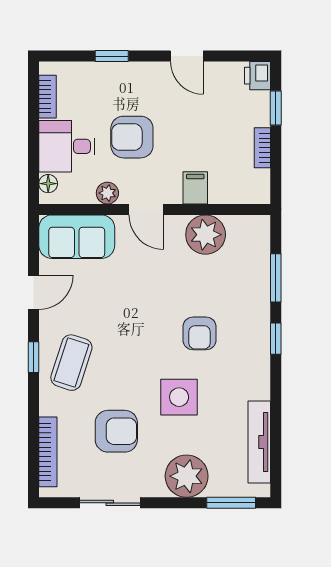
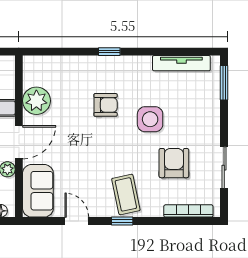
door: (146, 209) -> (19, 142), width x1.38
window: (276, 278) -> (67, 52), removed
coffee table: (71, 363) -> (126, 194), turned 60
plant: (187, 476) -> (205, 114), removed

